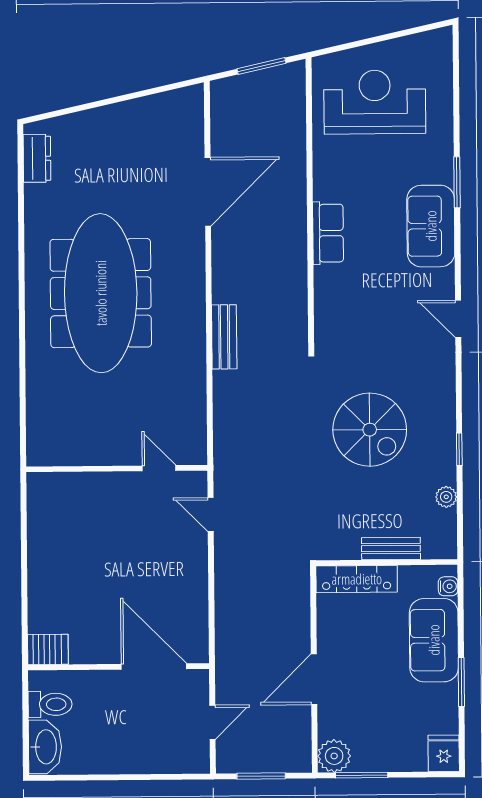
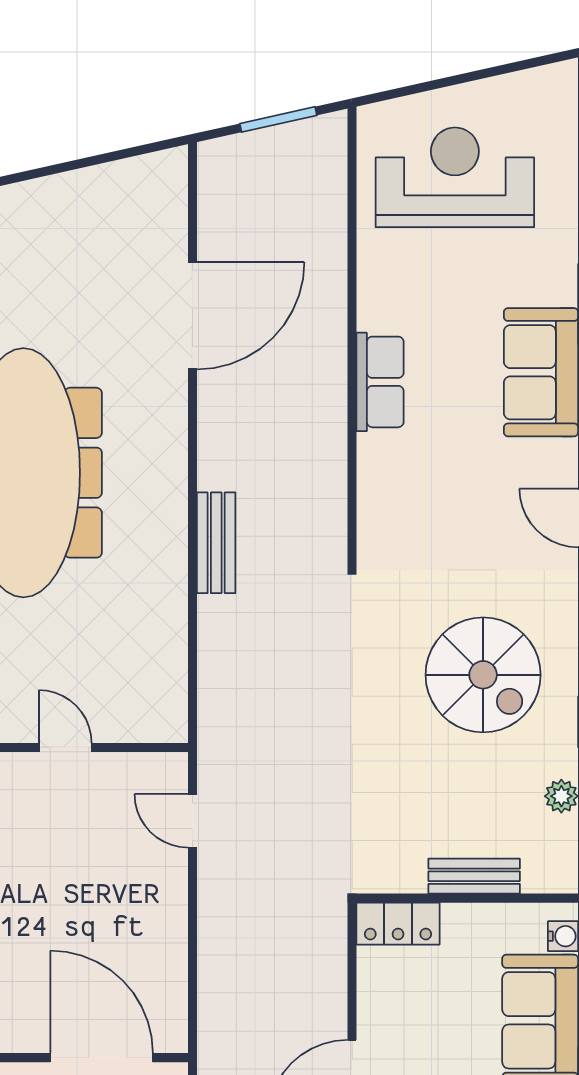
spiral stairs: (370, 430) -> (483, 675), moved
door: (159, 468) -> (65, 747), moved
locker: (357, 579) -> (398, 924), width x0.66

